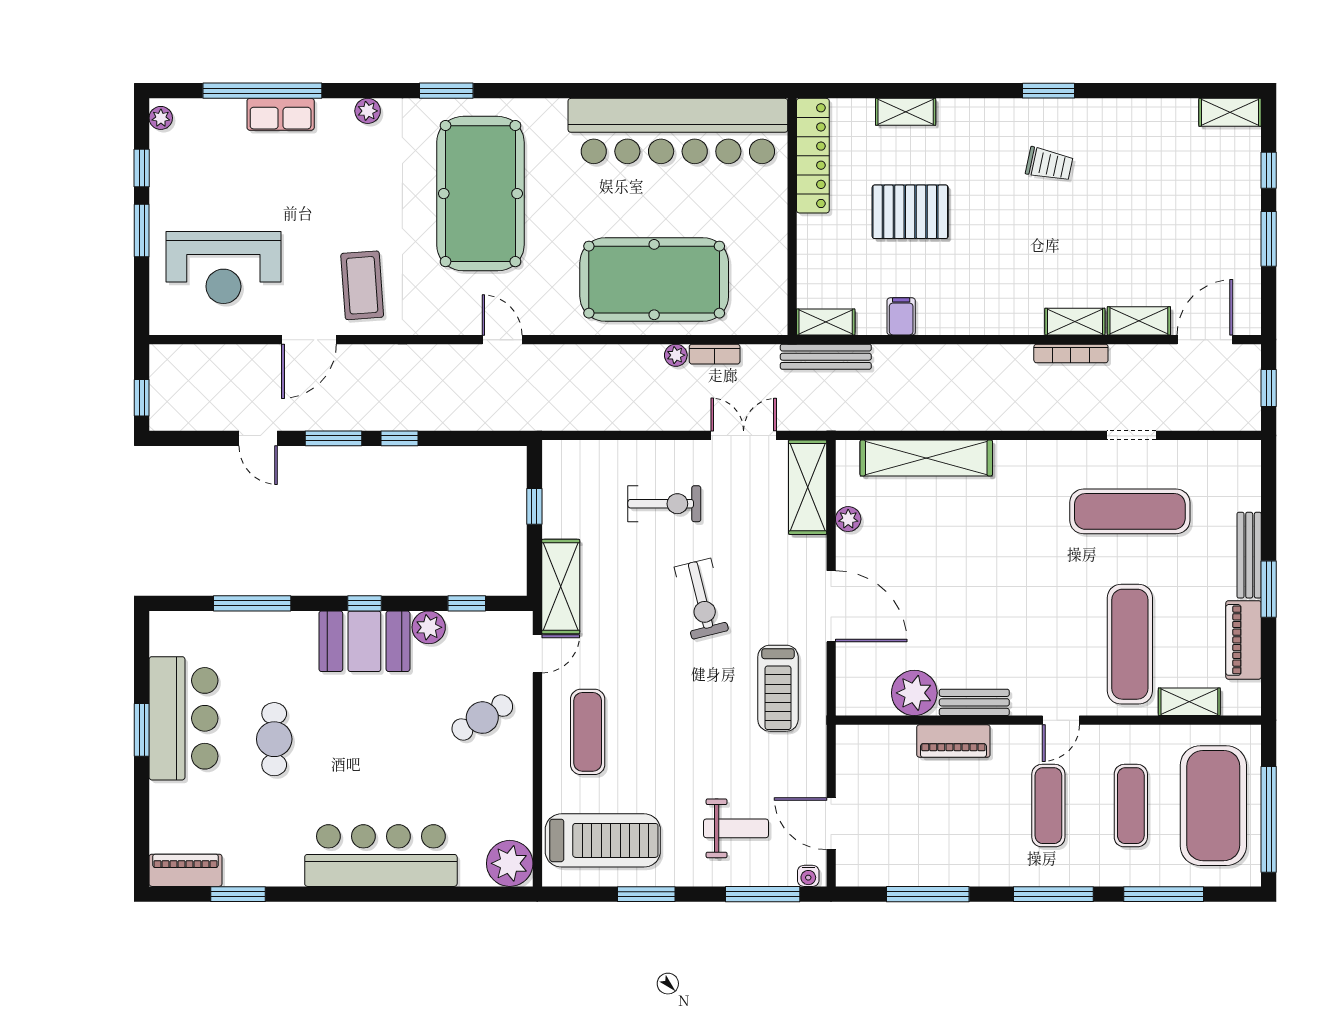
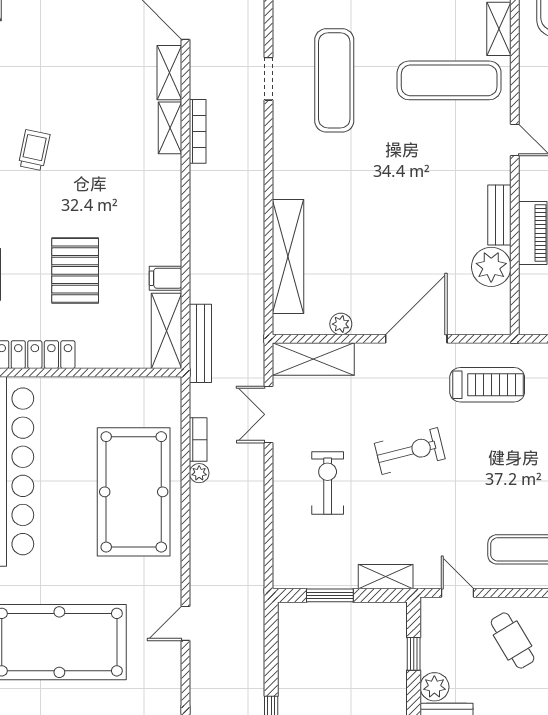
shelving: (826, 322) -> (167, 331), width x1.50, depth x1.33
window: (534, 506) -> (330, 595), width x1.50
shelving: (561, 587) -> (386, 577), width x0.67, depth x0.75

